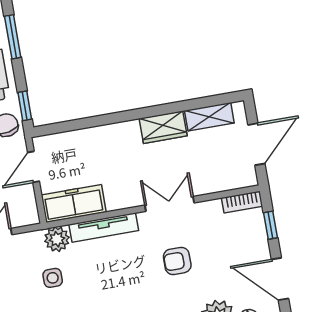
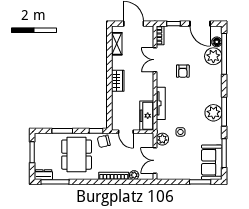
wardrobe: (163, 127) -> (118, 81), moved
double door: (169, 204) -> (155, 60), moved
plant: (57, 239) -> (162, 139), moved
door: (280, 279) -> (200, 24), hinge flipped

